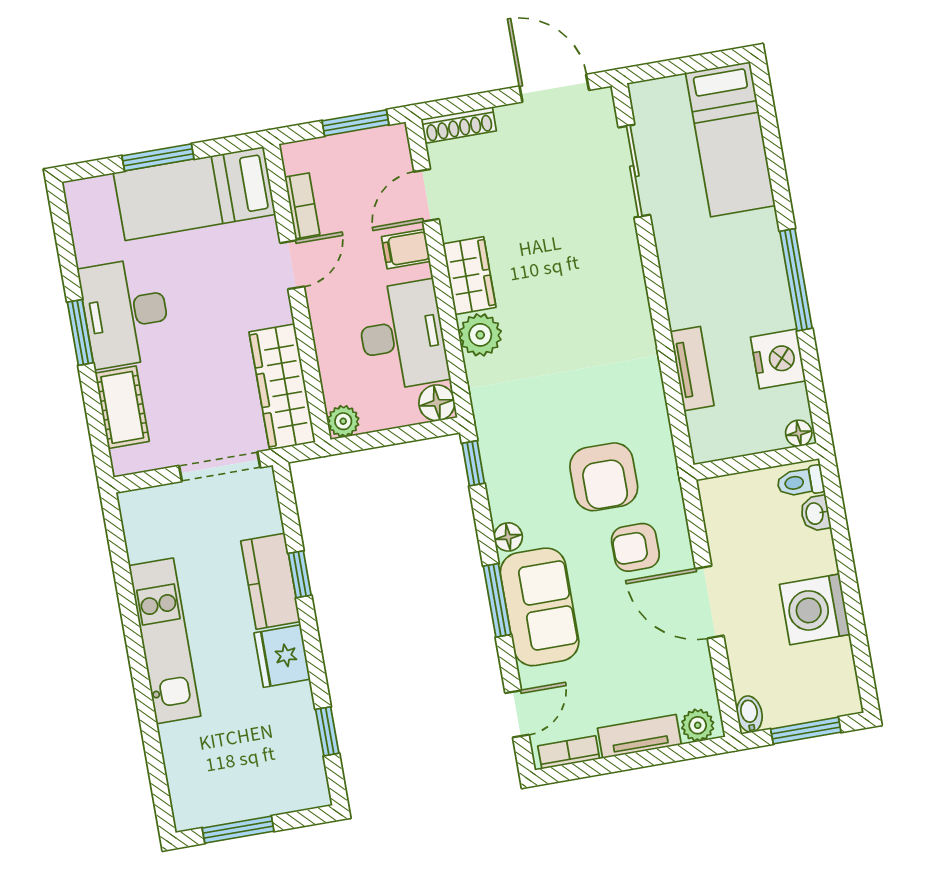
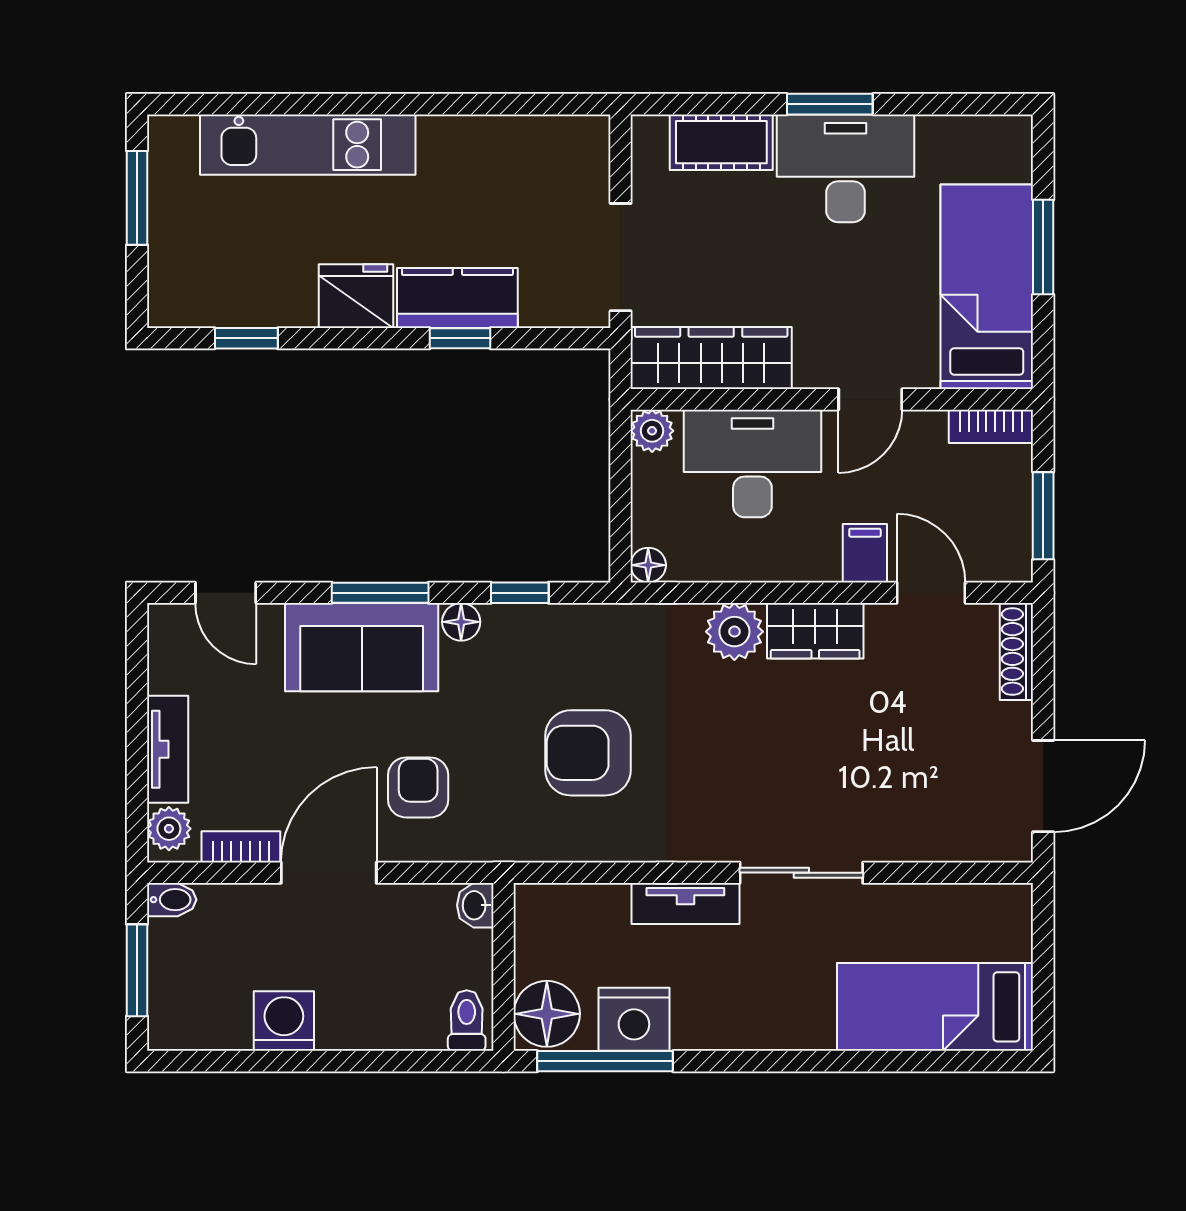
sliding door: (634, 171) -> (801, 873), moved
bookcase: (302, 206) -> (991, 426), moved
door: (292, 265) -> (870, 399), hinge flipped
window: (796, 280) -> (605, 1061), moved
desk: (402, 336) -> (752, 463), moved, turned 180
tv unit: (692, 369) -> (685, 903), moved
floor lamp: (437, 403) -> (648, 565), width x0.73, depth x0.73
floor lamp: (799, 433) -> (547, 1014), width x1.89, depth x1.89
window: (473, 463) -> (520, 593), moved
armchair: (604, 477) -> (588, 753), moved
washbasin: (815, 513) -> (475, 905), moved, turned -90
washing machine: (815, 609) -> (284, 1021), width x0.73, depth x0.73
kitchen unit: (165, 641) -> (308, 145), moved
bookcase: (569, 752) -> (241, 847), moved, turned -90

